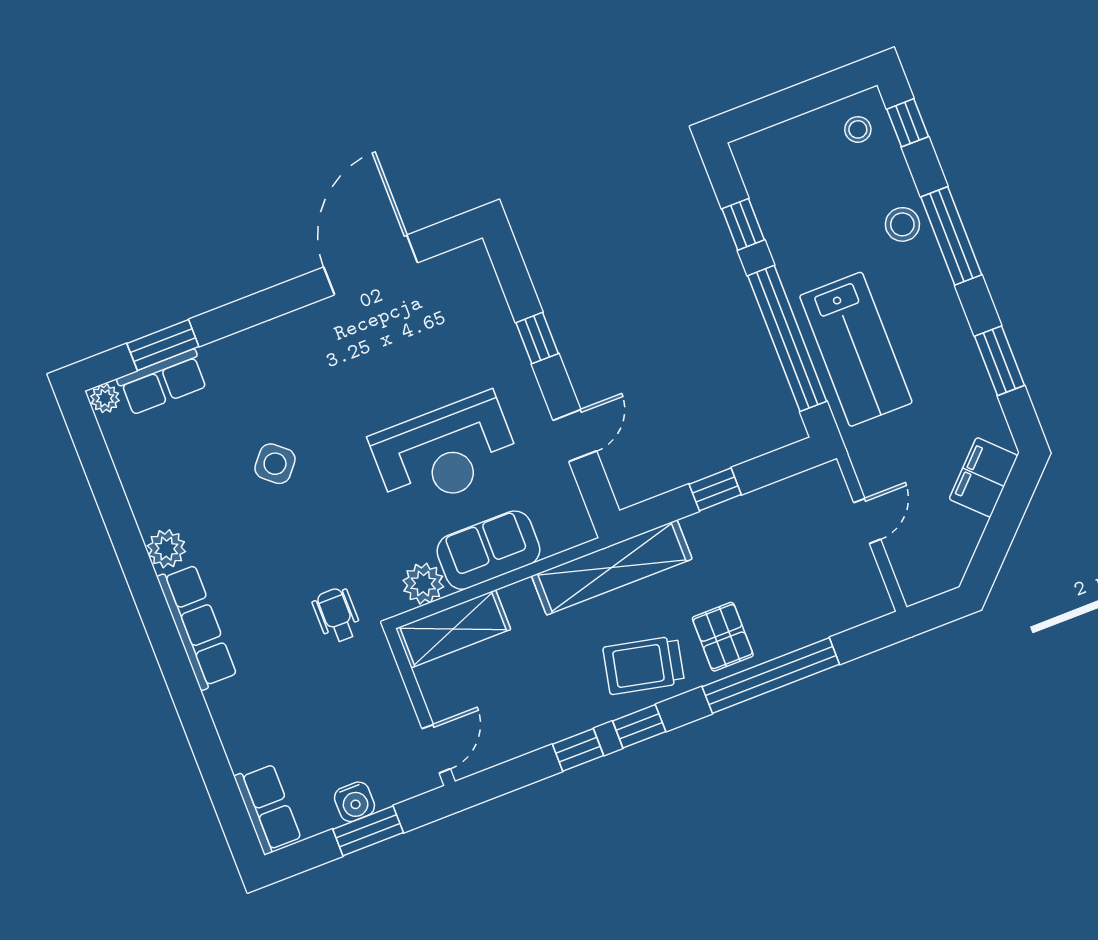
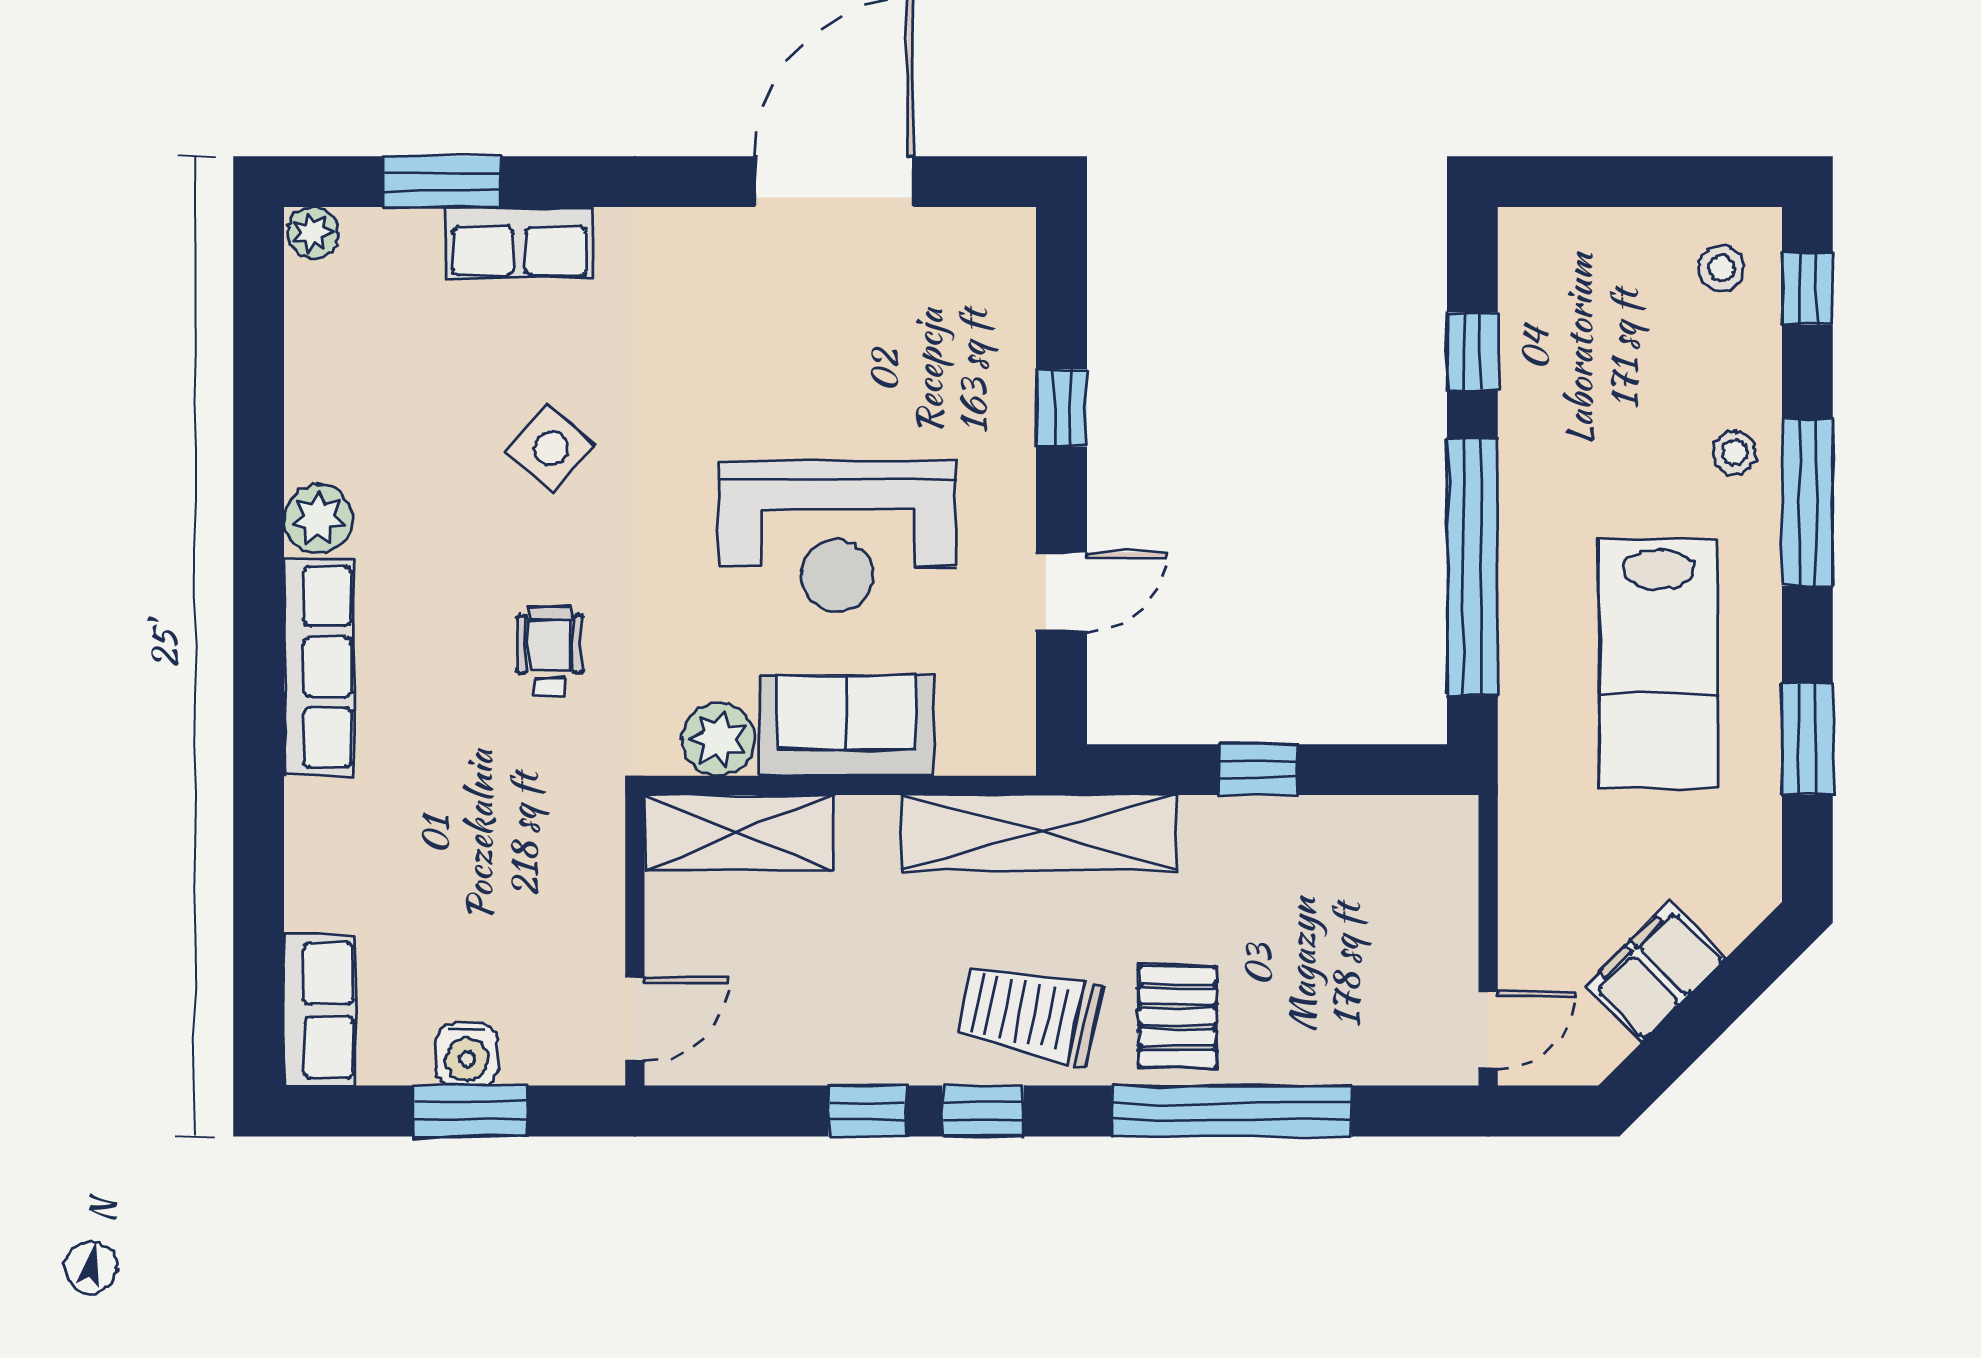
stool: (902, 224) -> (1734, 453), width x0.73, depth x0.73
lab bench: (856, 349) -> (1658, 664), moved
row of seats: (163, 382) -> (520, 243), moved
filing cabinet: (984, 477) -> (1656, 972), moved
door: (867, 521) -> (1488, 1030), moved
wheelchair: (337, 615) -> (550, 652), moved

